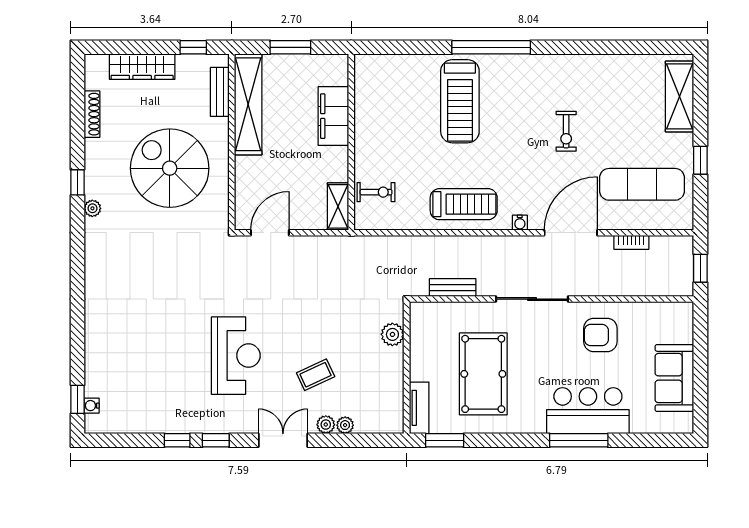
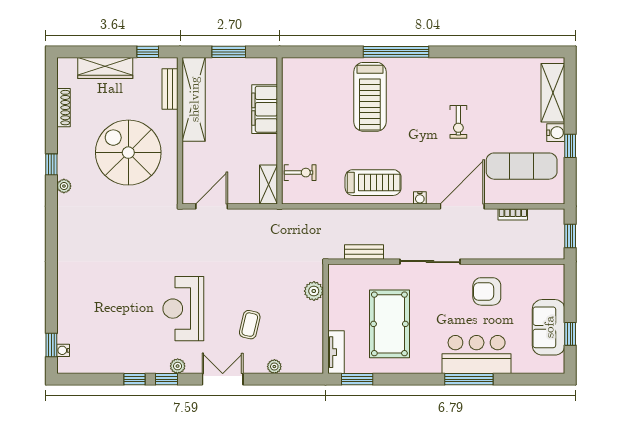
water cooler: (683, 144) -> (556, 133), added
reception desk: (236, 356) -> (183, 309), turned 180
coffee table: (316, 375) -> (250, 325), turned -52
window: (700, 386) -> (570, 334), added
plant: (326, 425) -> (178, 366), moved

